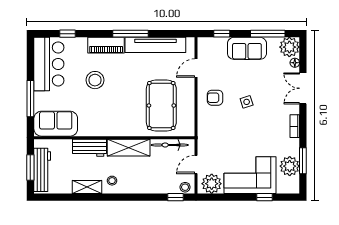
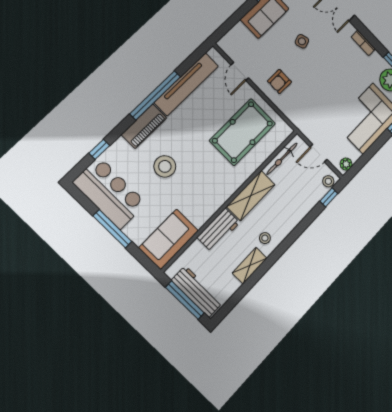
window: (130, 34) -> (155, 95), width x1.46
window: (222, 34) -> (232, 21), removed
window: (30, 99) -> (112, 229), moved
side table: (247, 102) -> (302, 41), moved
pool table: (161, 106) -> (243, 132), turned 90
door: (196, 164) -> (319, 153), hinge flipped
window: (30, 167) -> (185, 300), width x1.44
plant: (212, 184) -> (346, 164), width x0.53, depth x0.53

